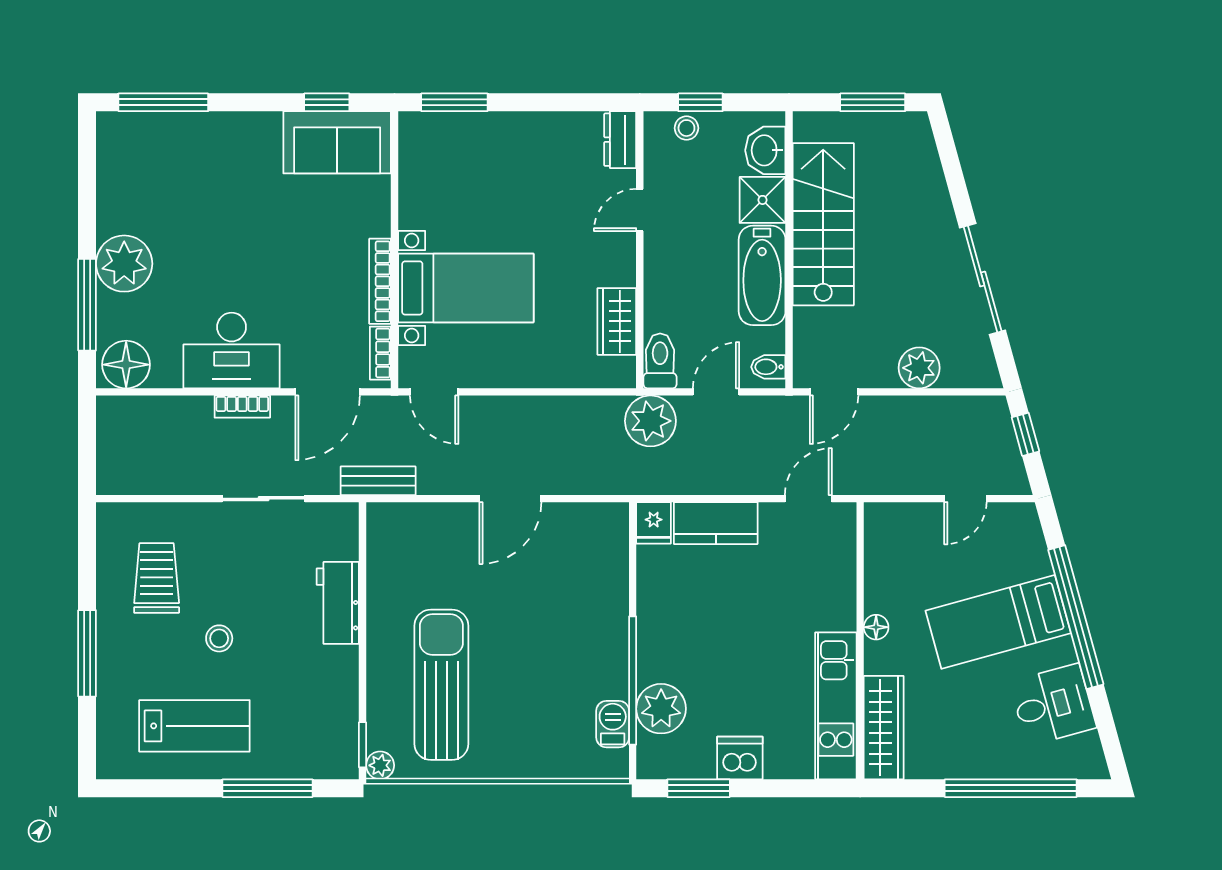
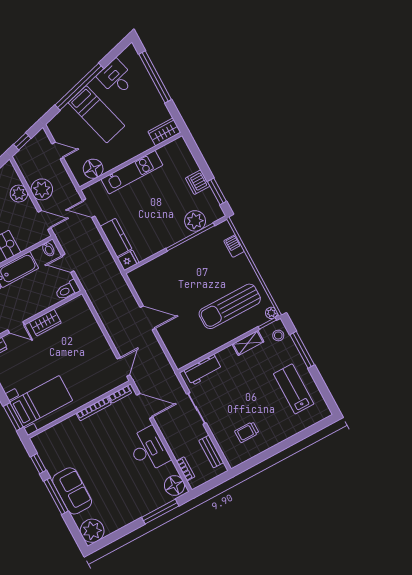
window: (163, 102) -> (56, 496), moved
sofa: (337, 142) -> (72, 491), moved
plant: (124, 264) -> (92, 531), moved
bed with nightstands: (466, 288) -> (41, 401), moved, turned 90
wardrobe: (617, 321) -> (45, 323), moved
bookcase: (242, 407) -> (185, 469), moved
plant: (650, 421) -> (42, 189), moved
bench: (378, 481) -> (211, 452), moved
trolley: (157, 578) -> (247, 432), width x0.73, depth x0.72
workbench: (338, 603) -> (203, 370), moved
floor lamp: (876, 627) -> (93, 169), moved, width x1.89, depth x1.89
stool: (219, 638) -> (278, 335), moved
window: (87, 653) -> (288, 443), removed
shelving: (343, 682) -> (248, 343), added
kitchen unit: (836, 706) -> (132, 172), moved
barbecue: (613, 724) -> (234, 246), moved, turned 90
wardrobe: (884, 728) -> (164, 132), width x0.67

